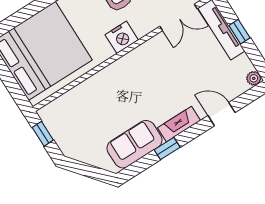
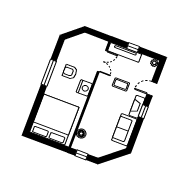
coffee table: (180, 73) -> (121, 84), added
floor lamp: (66, 102) -> (81, 134), added
window: (167, 149) -> (143, 112), moved

